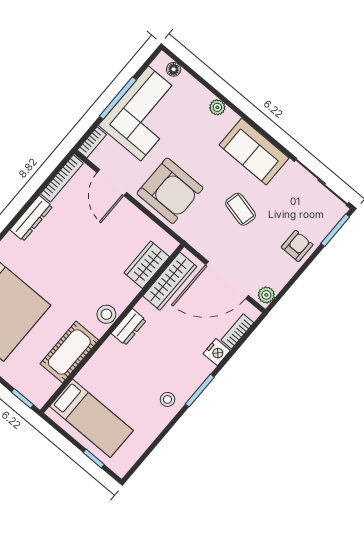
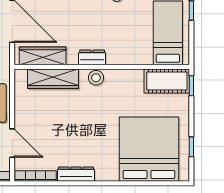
door: (112, 183) -> (12, 143), hinge flipped
wardrobe: (147, 265) -> (53, 79), width x1.50
cot: (69, 352) -> (167, 81), moved

